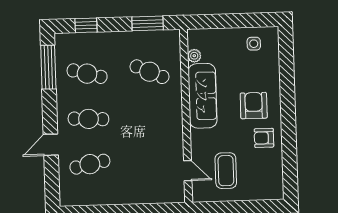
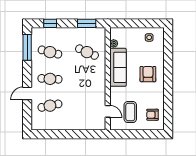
armchair: (264, 138) -> (152, 115), moved

